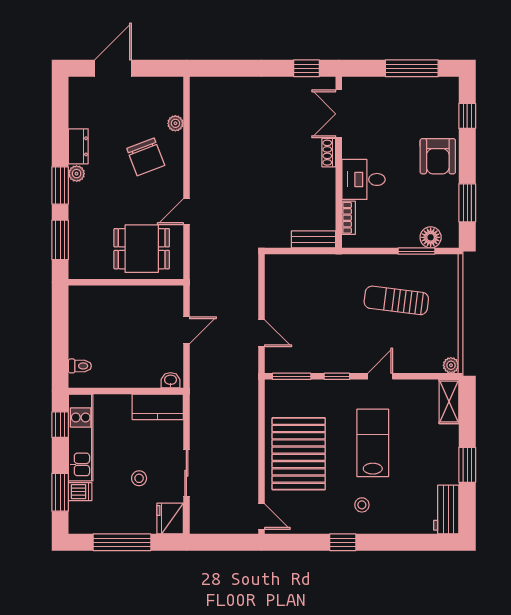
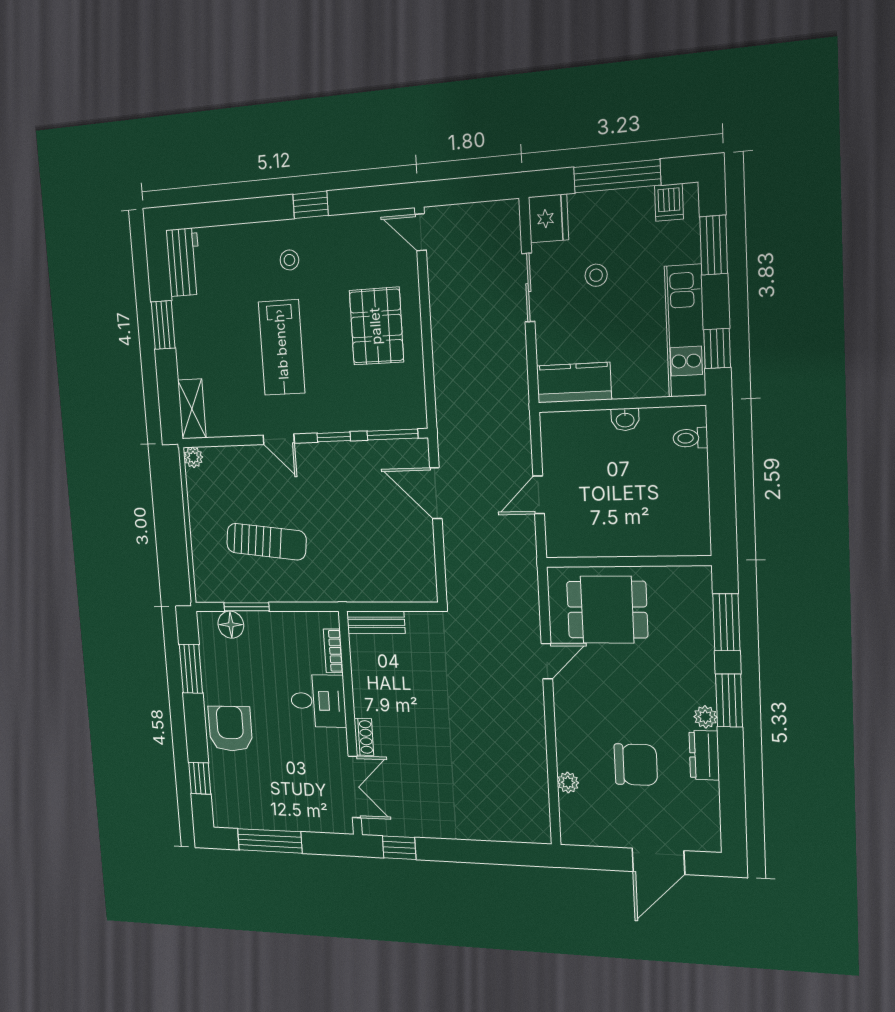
chair: (146, 157) -> (636, 765), moved, turned 111
door: (262, 333) -> (436, 493), width x1.38
door: (380, 376) -> (279, 439), hinge flipped
washbasin: (171, 380) -> (625, 419), moved
pallet: (299, 454) -> (376, 326), width x0.73, depth x0.71
dishwasher: (80, 492) -> (669, 202), moved, turned -90

